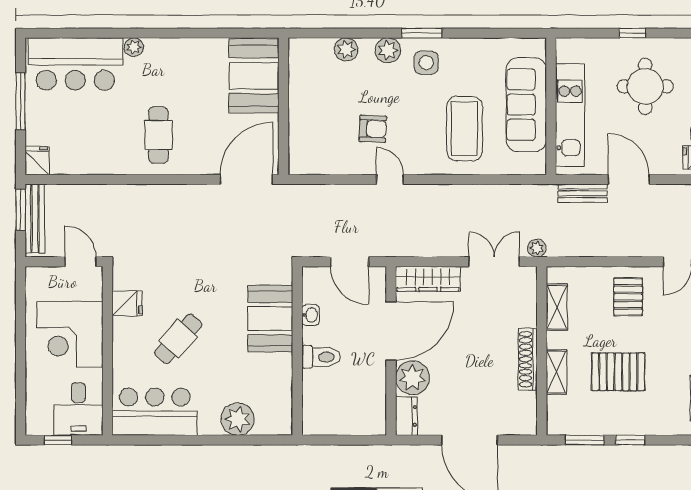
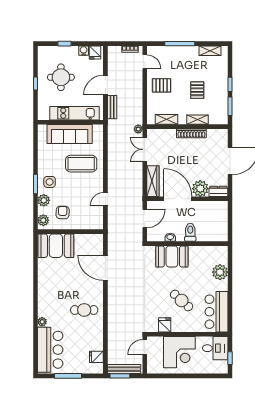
booth: (254, 76) -> (56, 246), moved
wall: (283, 106) -> (70, 232), moved
armchair: (373, 129) -> (63, 213), moved
fridge: (37, 161) -> (96, 357), moved
pallet: (618, 372) -> (197, 90), width x0.67, depth x0.71

